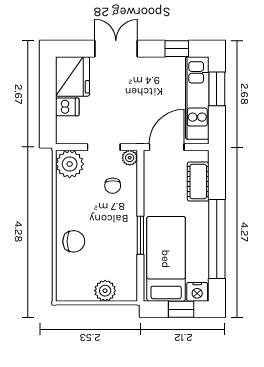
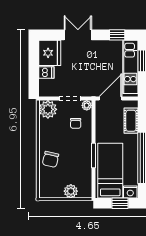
chair: (74, 241) -> (51, 159), turned 103

